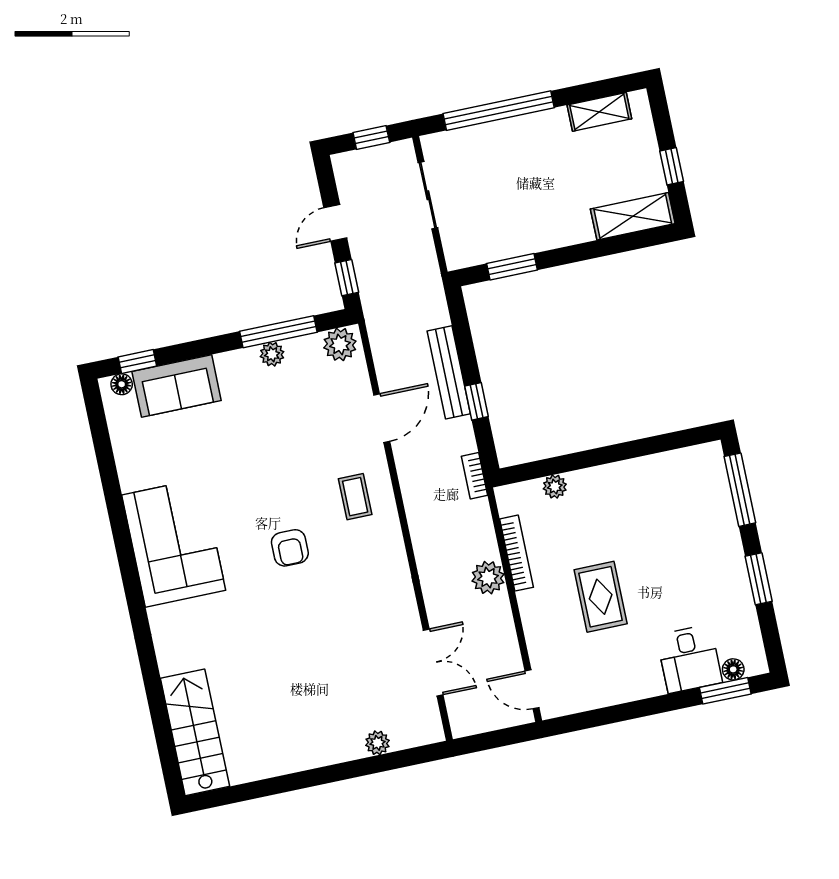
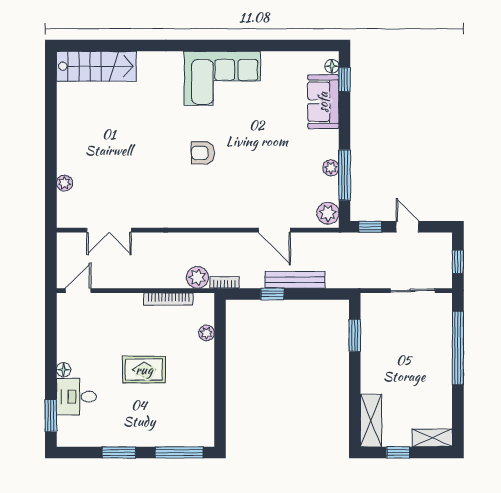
shelving: (599, 112) -> (432, 438), moved, turned 90
coffee table: (355, 497) -> (227, 202), removed
plant: (488, 578) -> (197, 277), moved
rug: (601, 597) -> (144, 370), moved
floor lamp: (733, 669) -> (64, 370), moved

